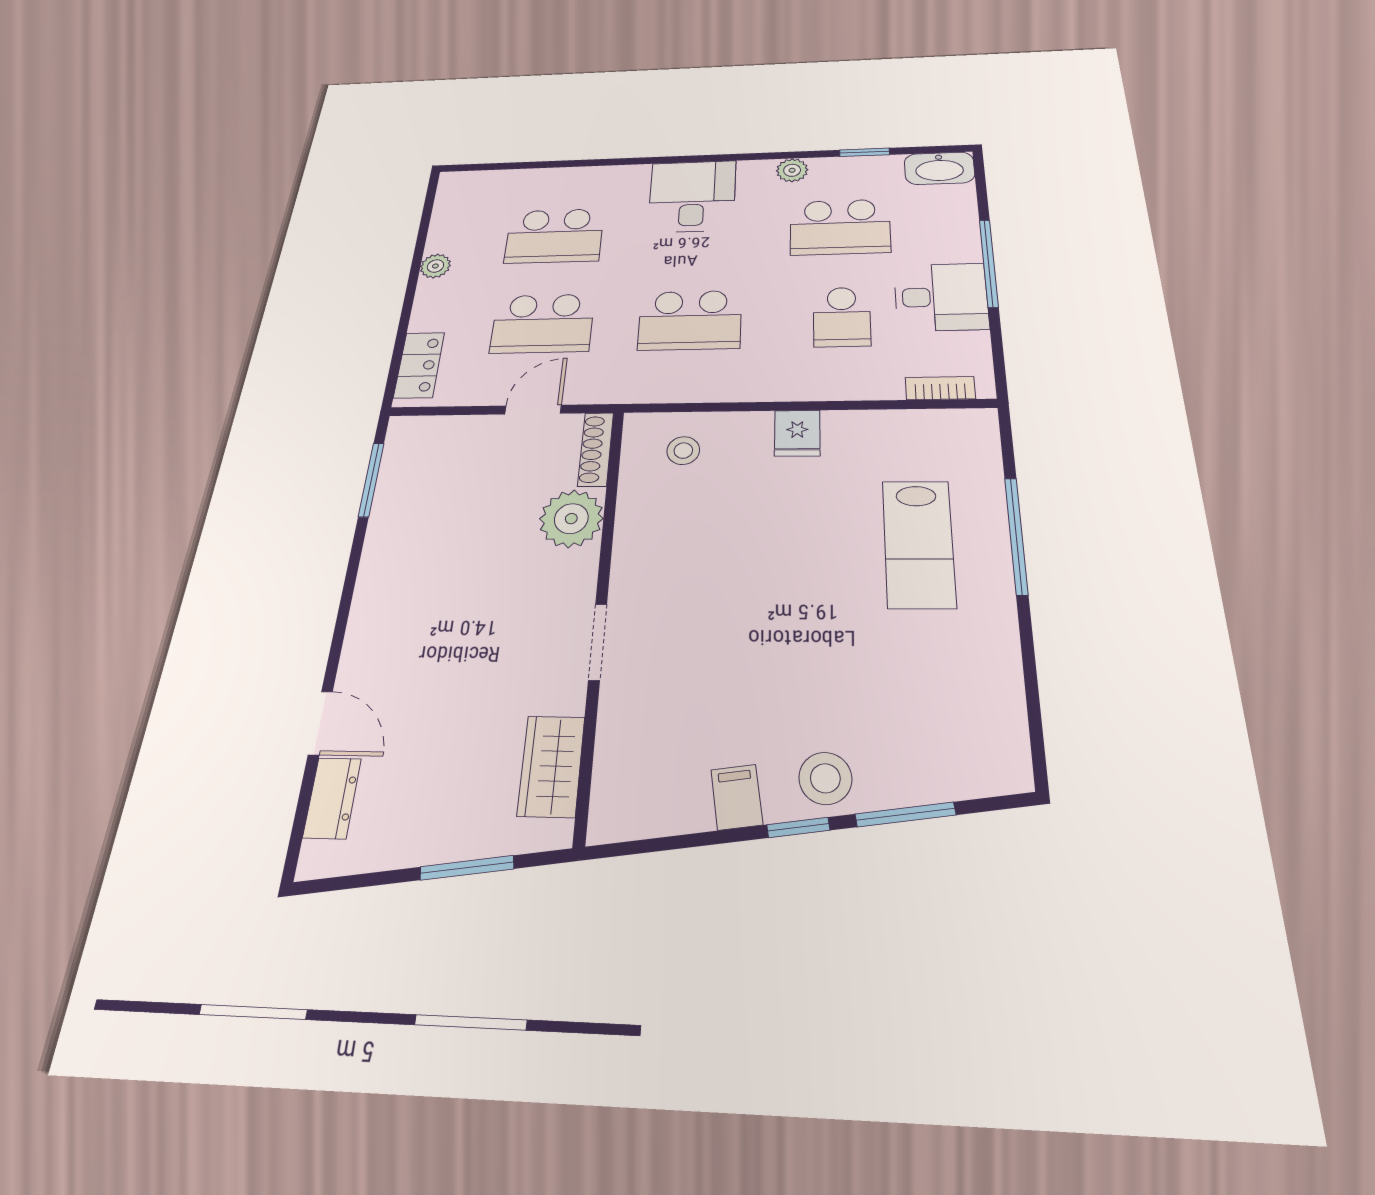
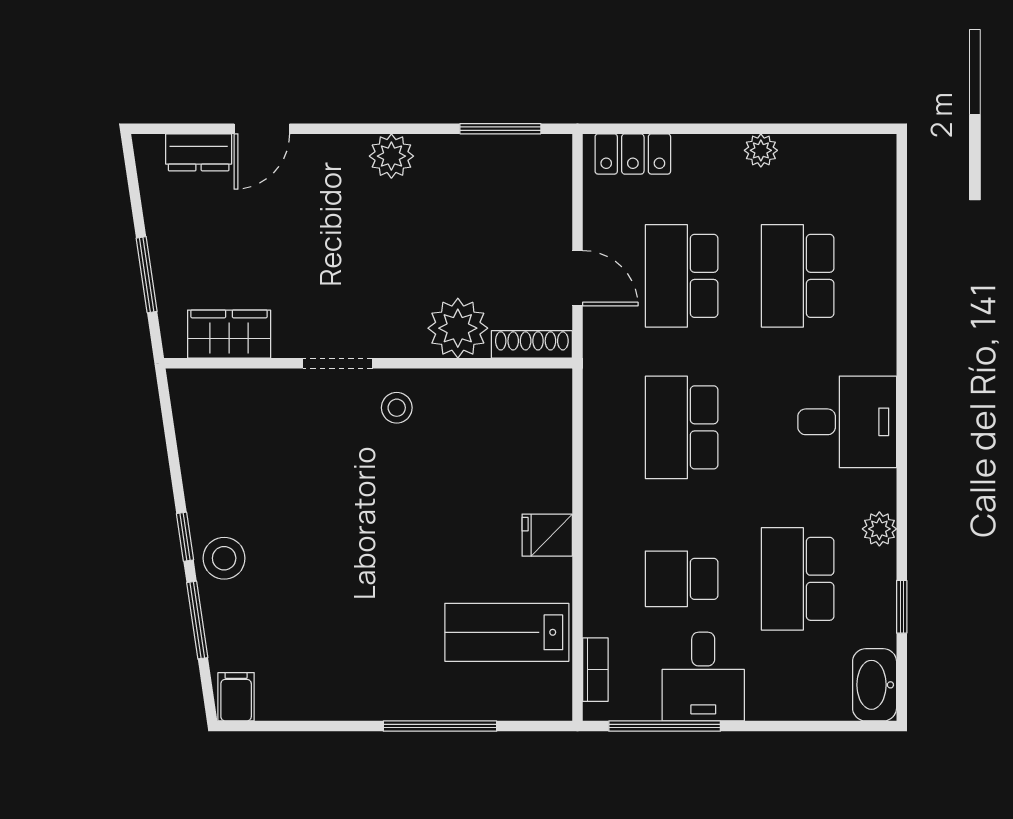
window: (989, 263) -> (665, 726), moved
stool: (683, 451) -> (397, 408), moved
lab bench: (919, 543) -> (507, 632), moved
plant: (378, 584) -> (391, 156), added
filing cabinet: (737, 797) -> (236, 697), moved, turned -82

